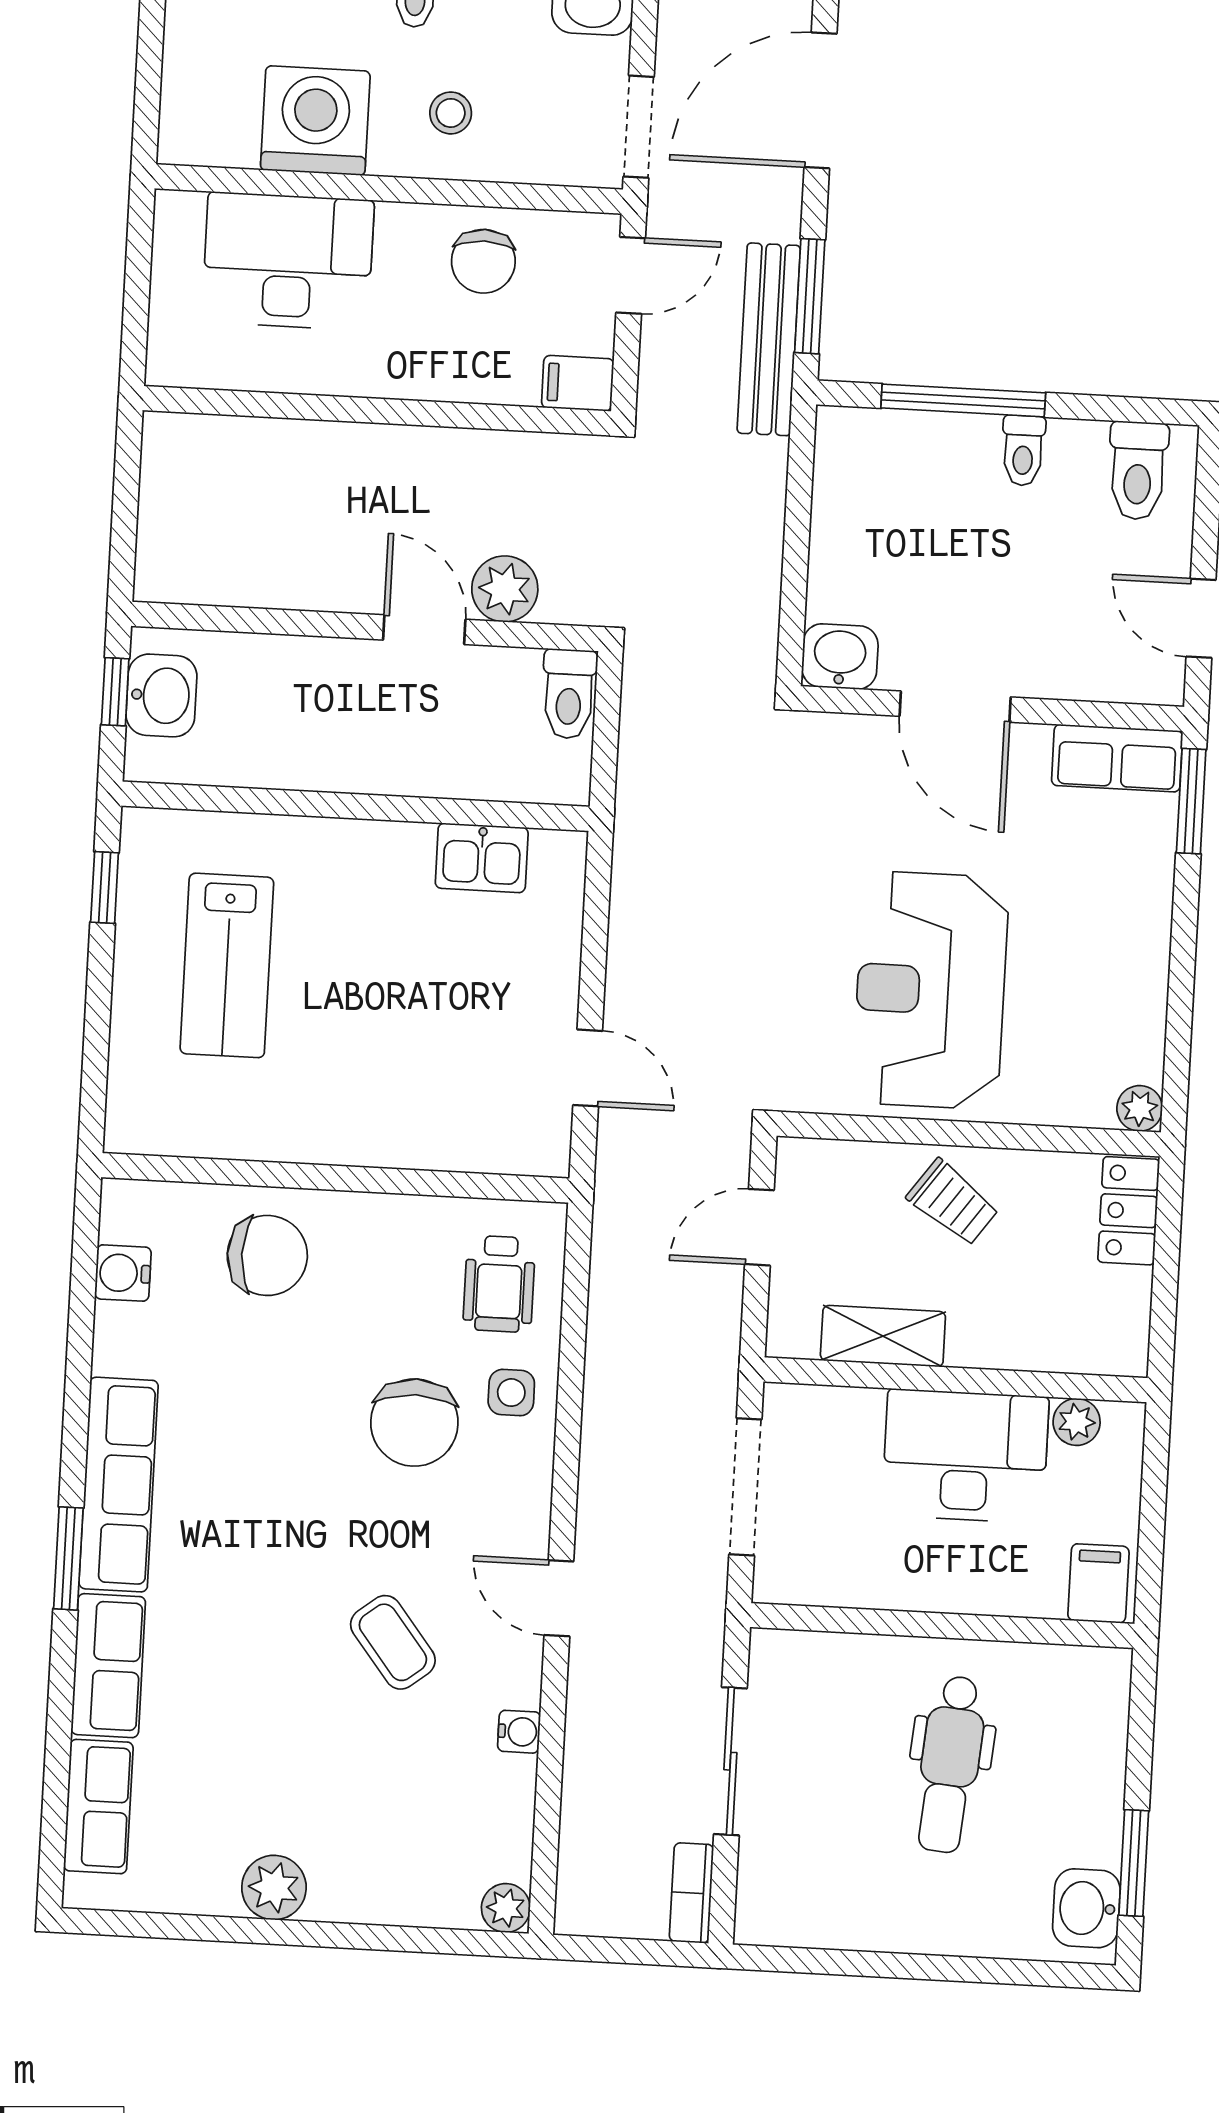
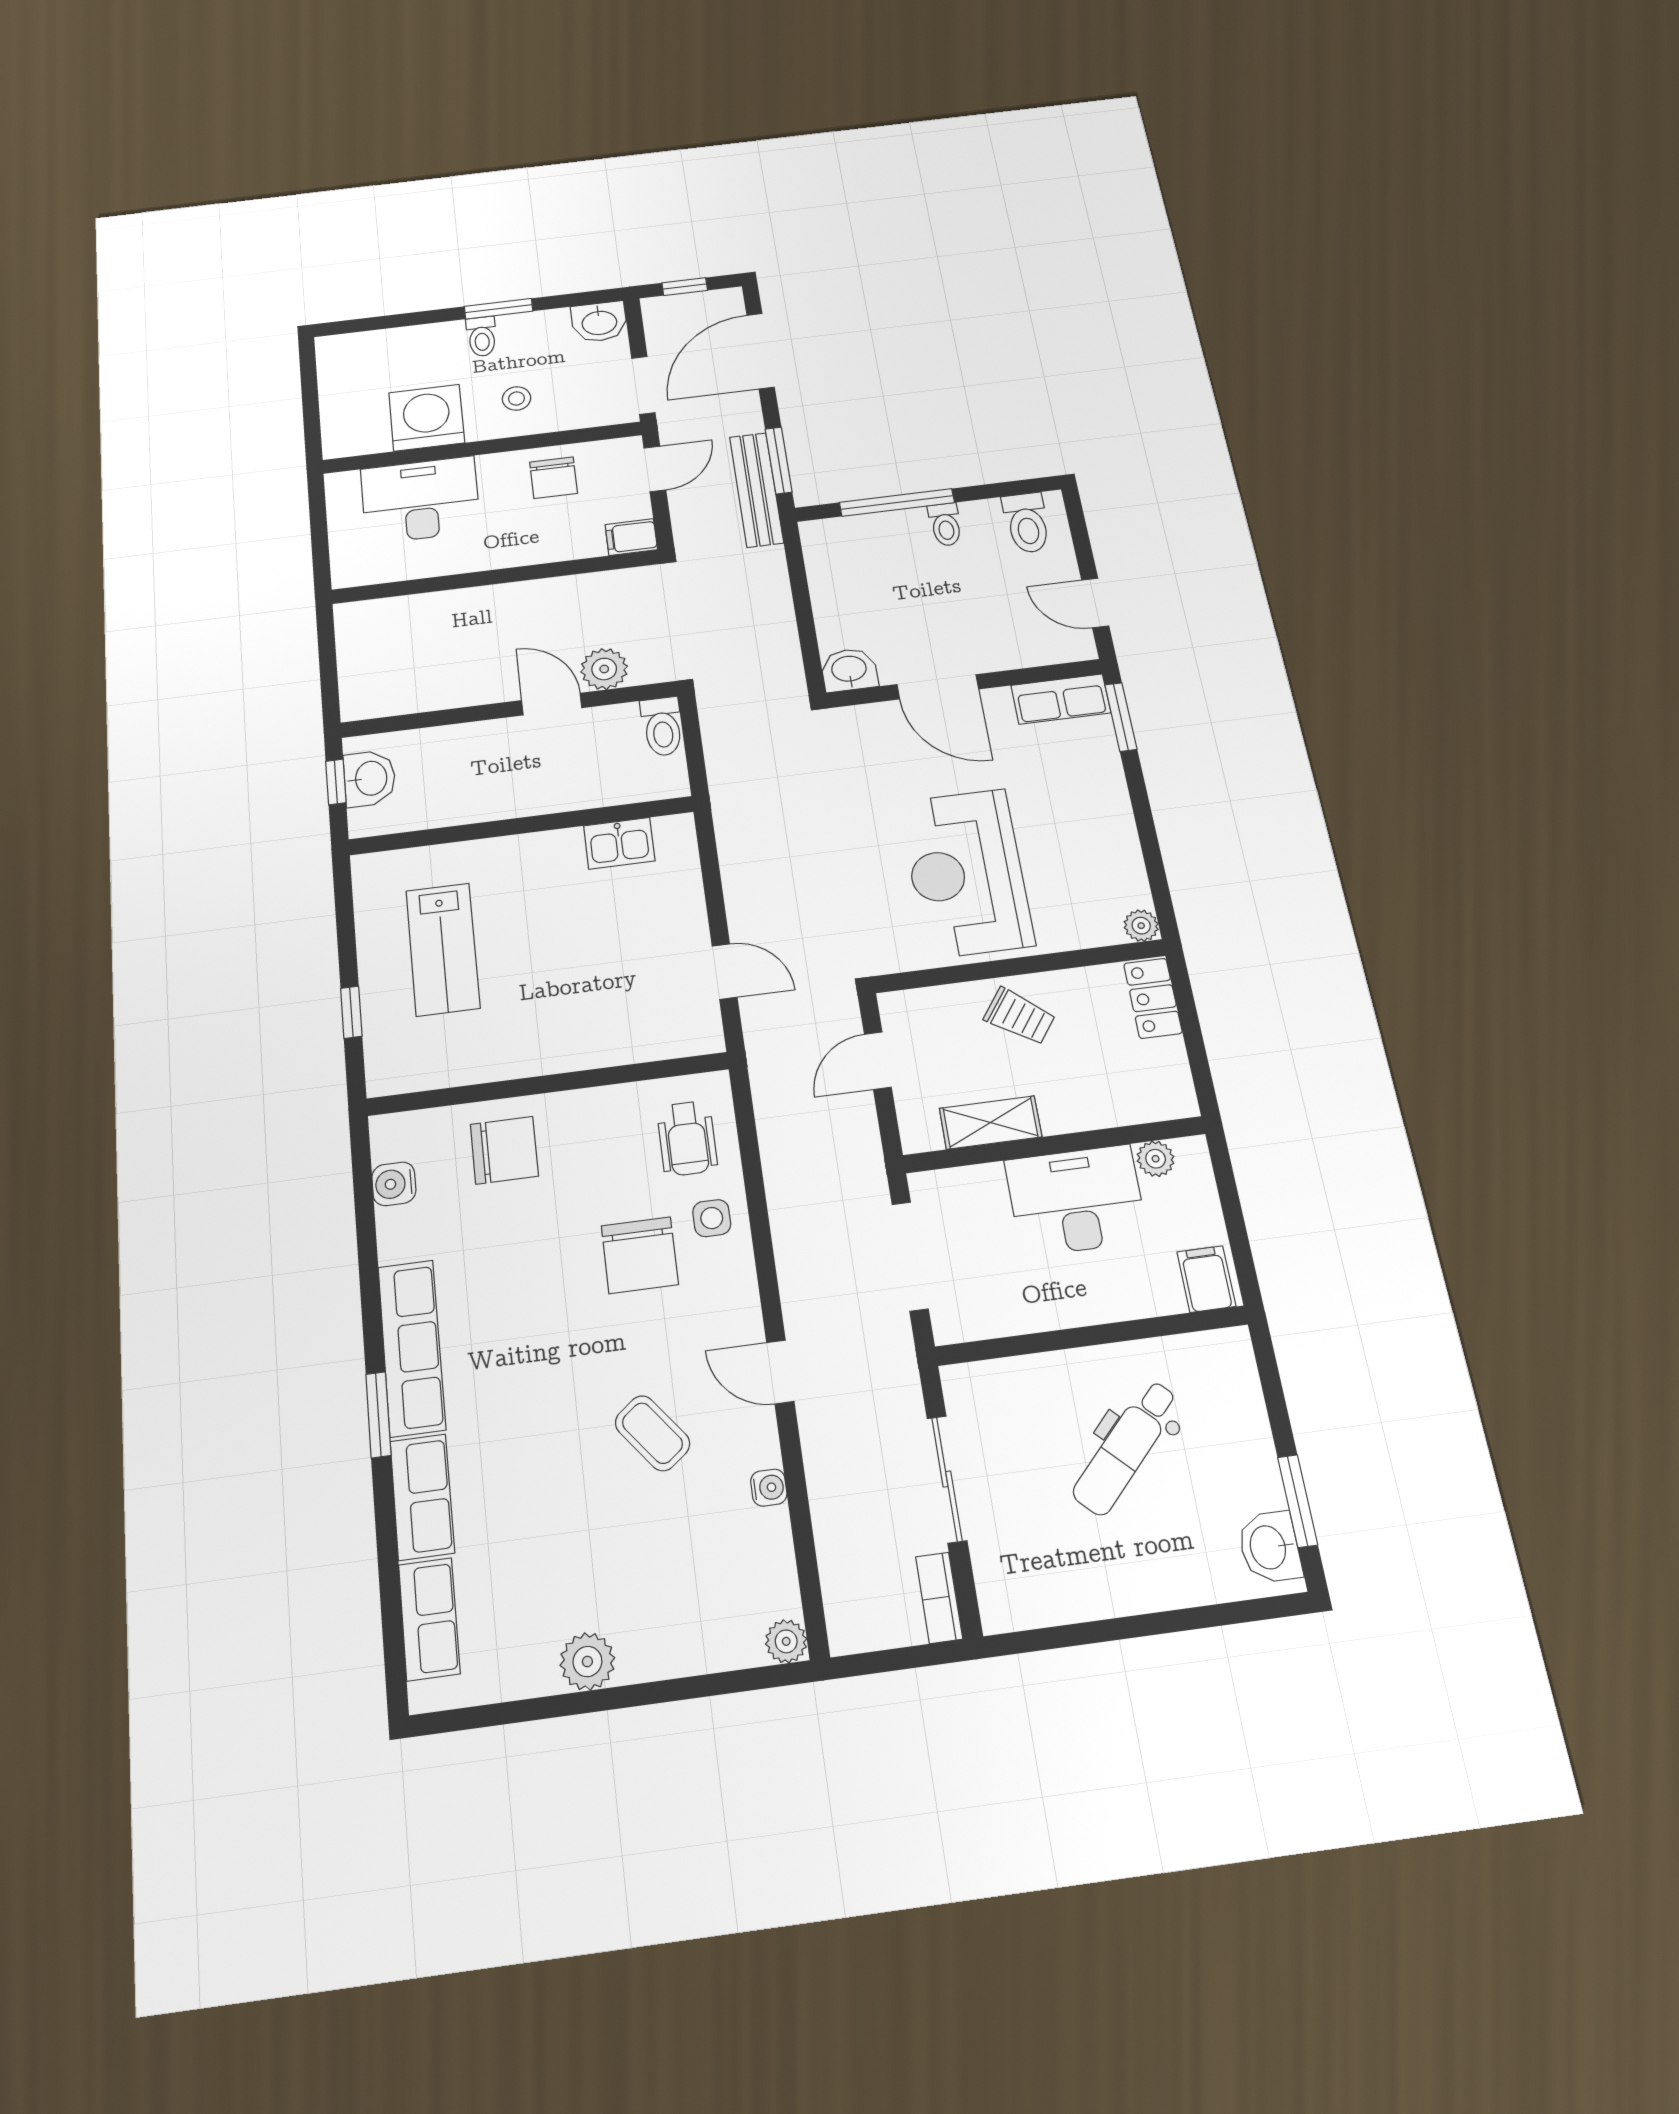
window: (105, 887) -> (351, 1012), moved
dental chair: (950, 1764) -> (1126, 1447), turned 39

